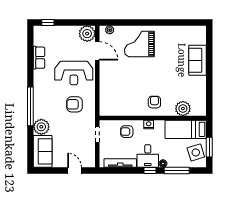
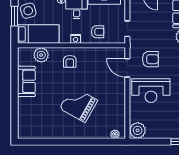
grand piano: (139, 44) -> (78, 104), moved, turned -151
door: (97, 51) -> (127, 68), moved
sofa: (198, 60) -> (26, 81), moved
reception desk: (74, 73) -> (151, 91), turned 180

